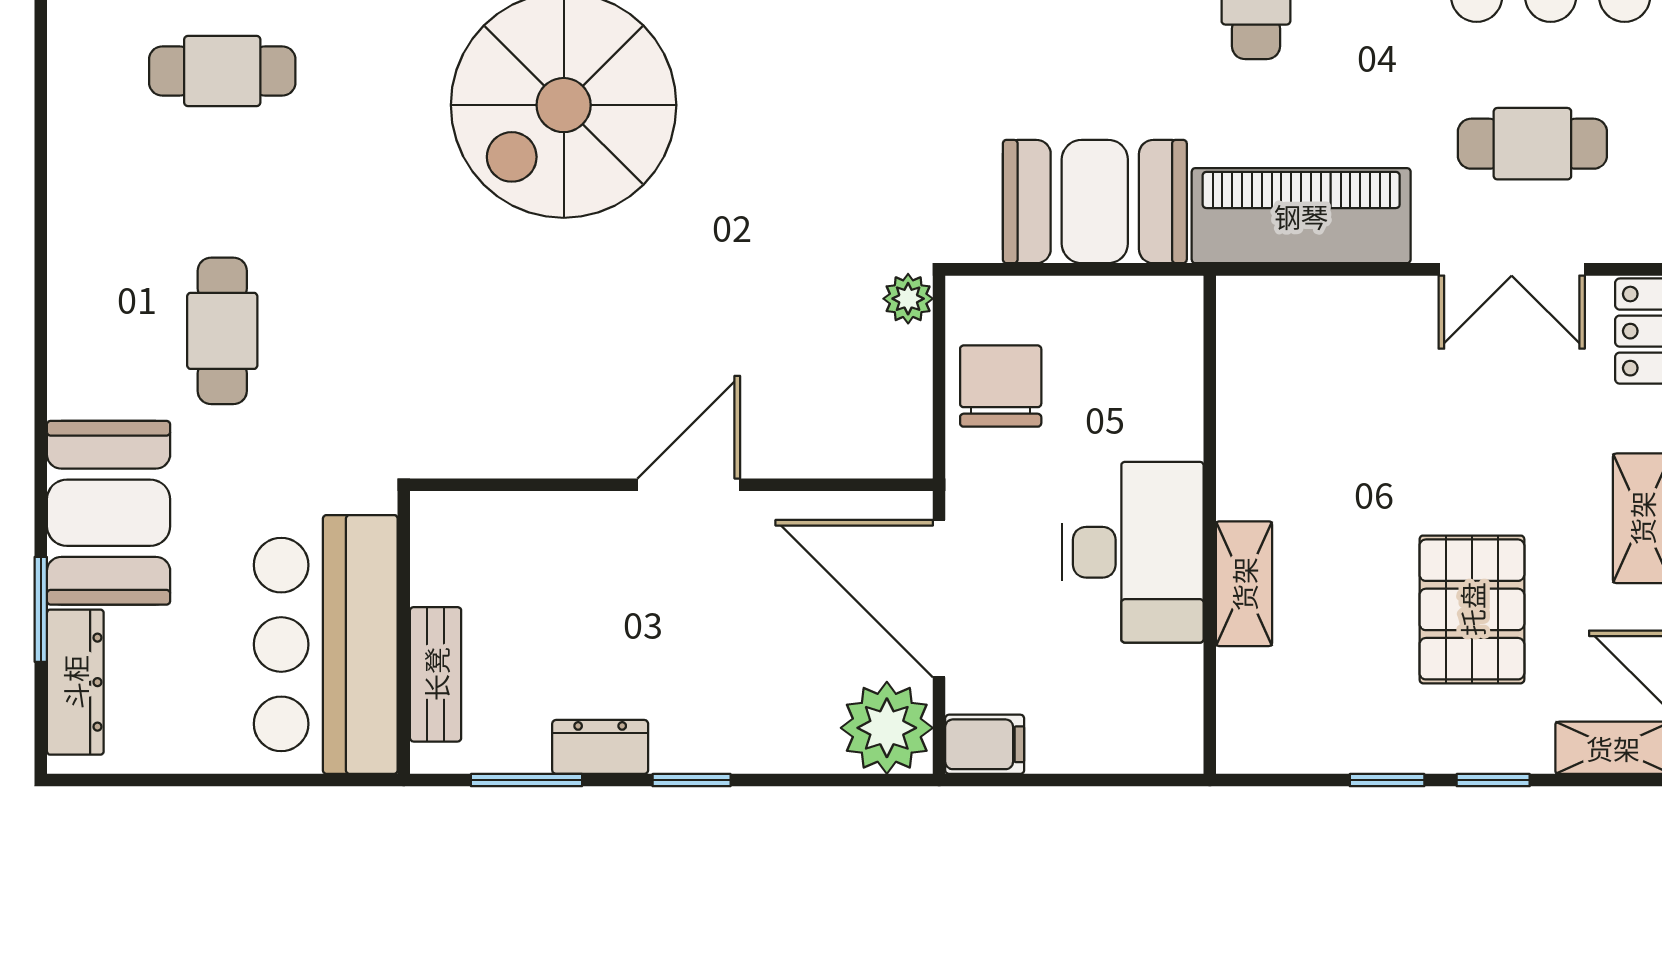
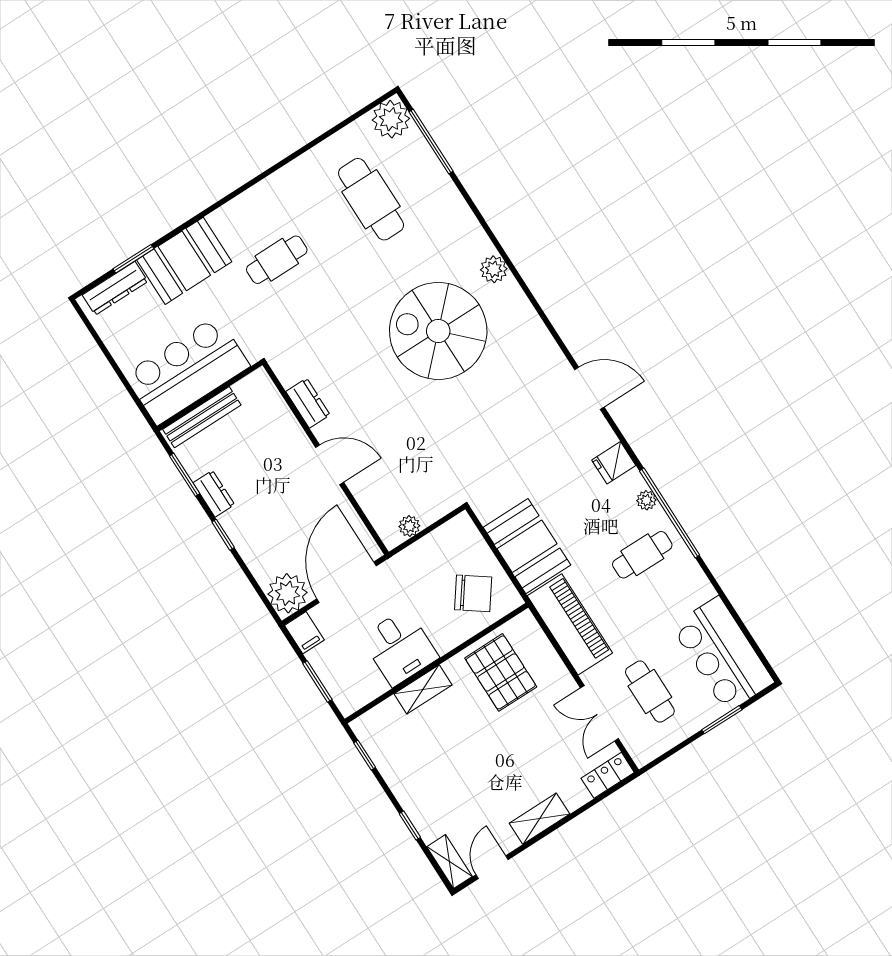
cafe table: (222, 71) -> (371, 199), width x1.37, depth x1.35
plant: (908, 299) -> (409, 526), moved
chair: (1001, 386) -> (473, 593), moved, turned 36
dresser: (541, 450) -> (308, 403), added
desk: (1133, 552) -> (400, 647), width x0.73
pallet: (1472, 609) -> (501, 672), moved, turned 90
bench: (436, 674) -> (202, 417), width x1.36
window: (1096, 780) -> (317, 682), added
window: (1387, 780) -> (365, 755), moved

